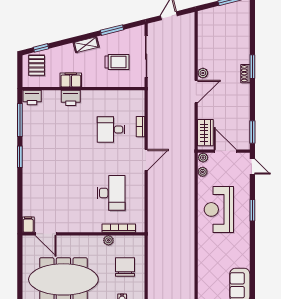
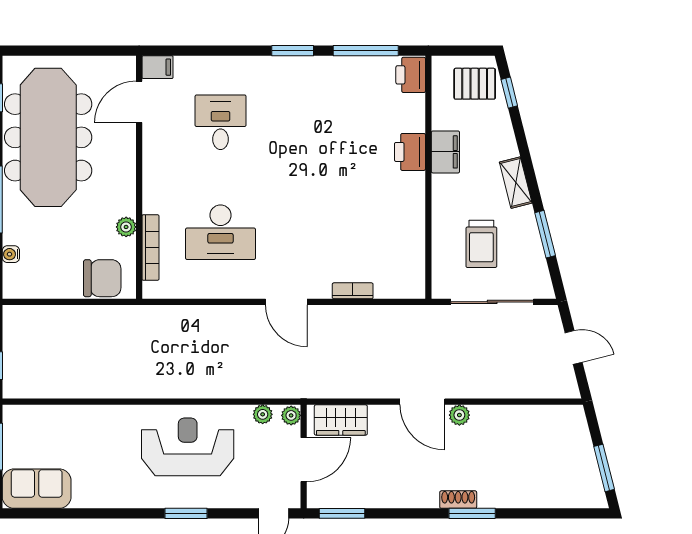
desk: (111, 130) -> (221, 122), moved
chair: (125, 267) -> (102, 278), moved

